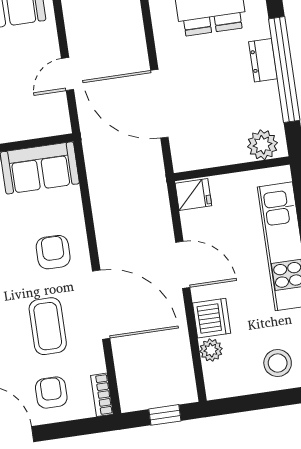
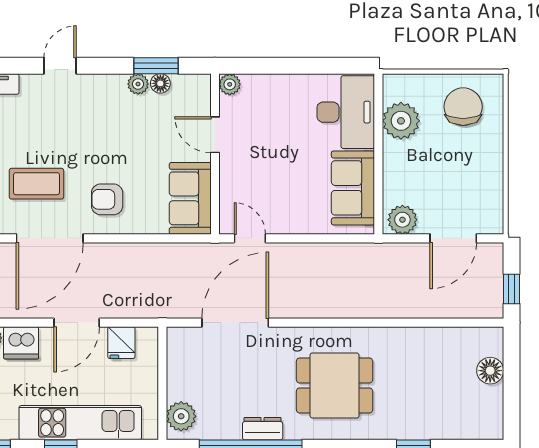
door: (68, 74) -> (250, 238), moved
fridge: (193, 195) -> (121, 343), moved
armchair: (53, 252) -> (107, 199), turned 180

